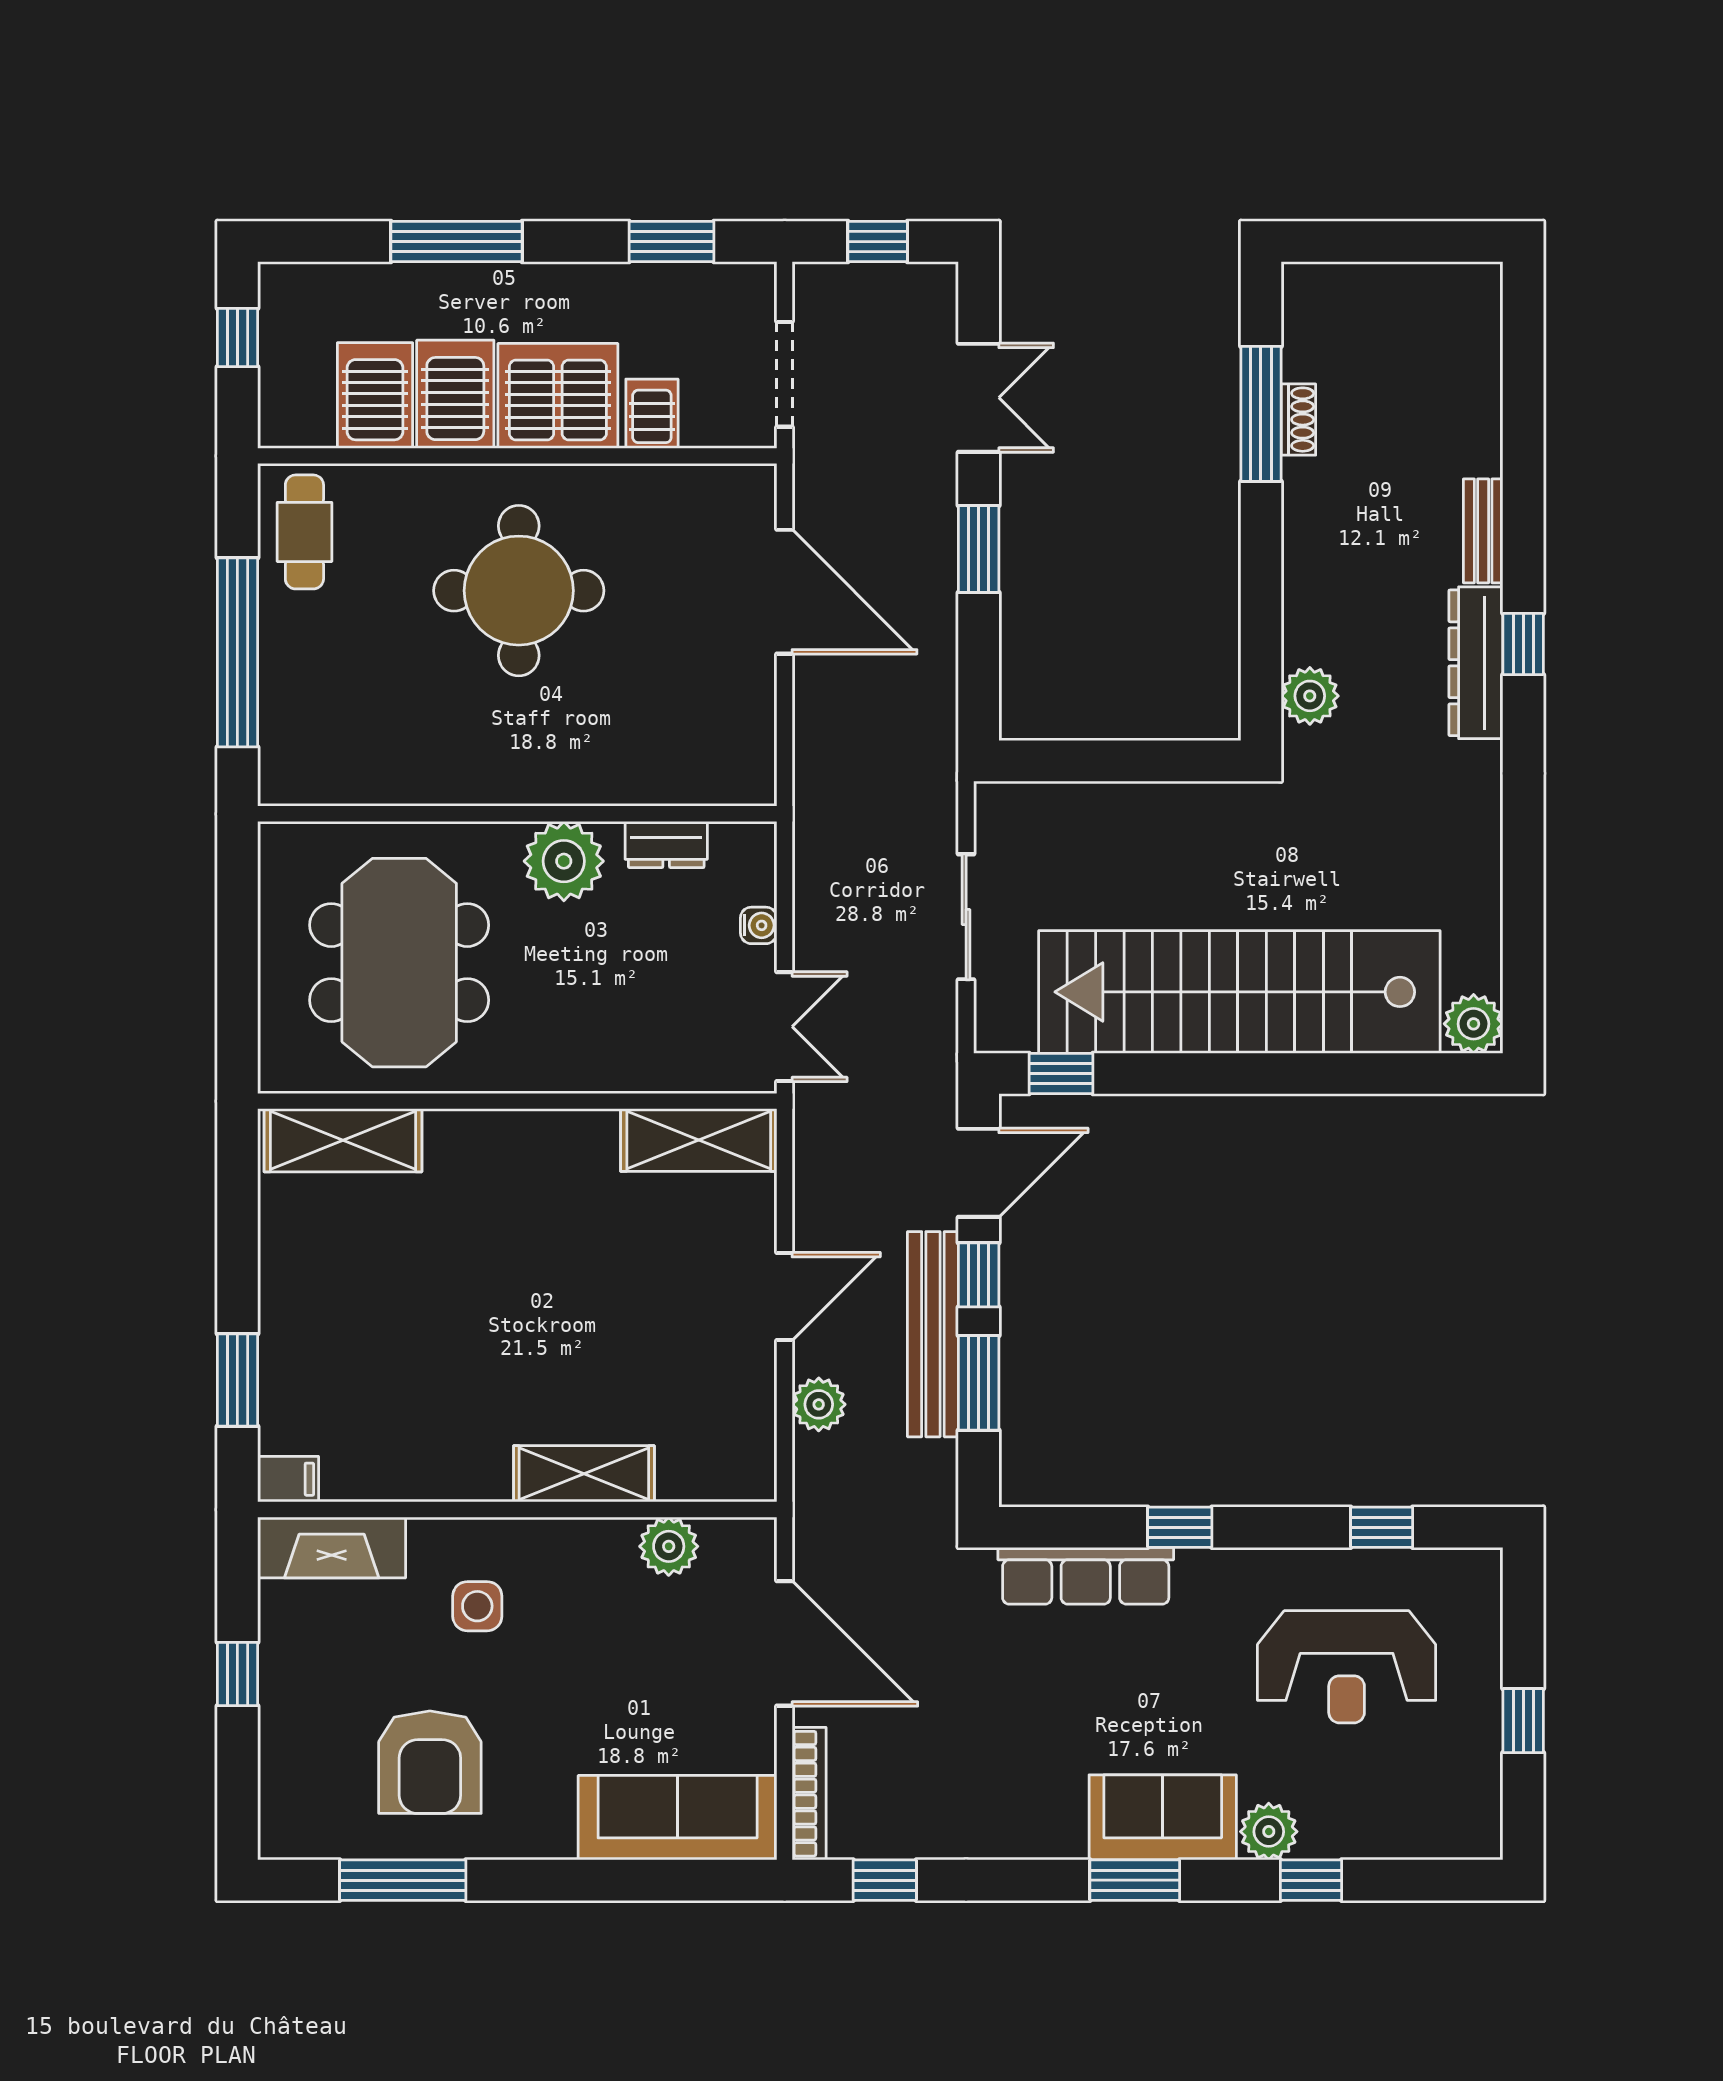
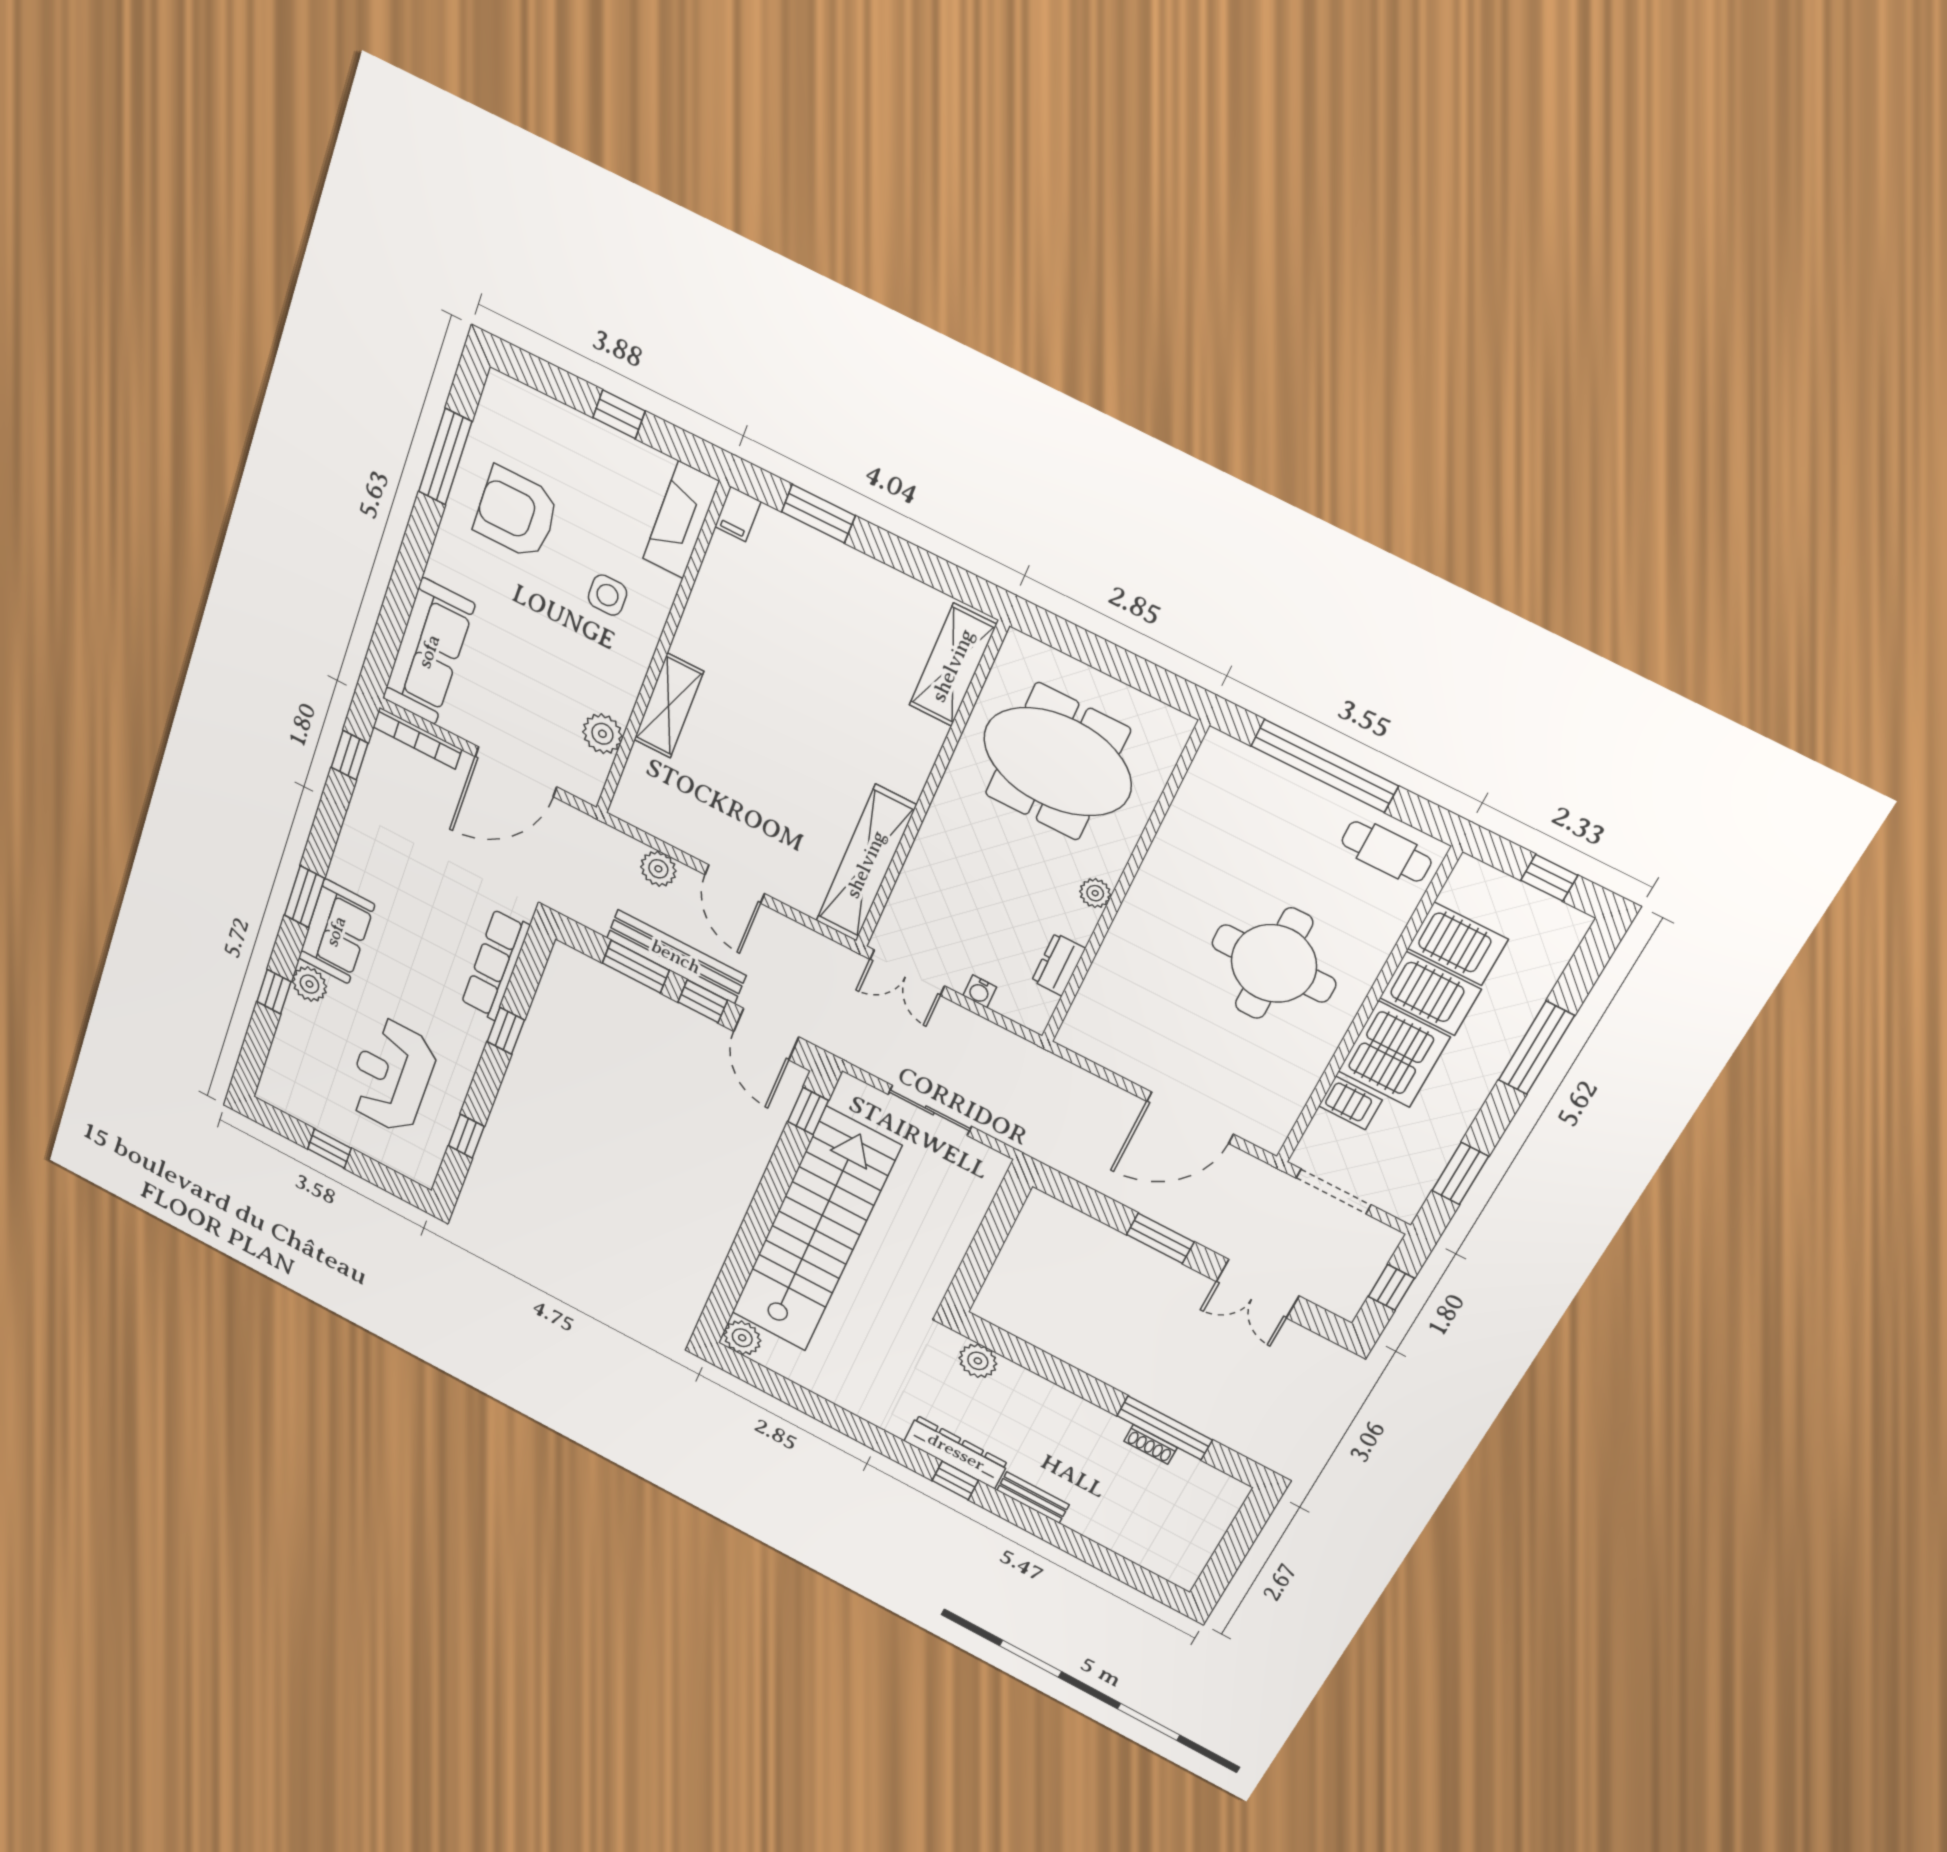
plant: (564, 861) -> (1095, 893), width x0.53, depth x0.53
shelving: (699, 1140) -> (866, 864), width x1.47

